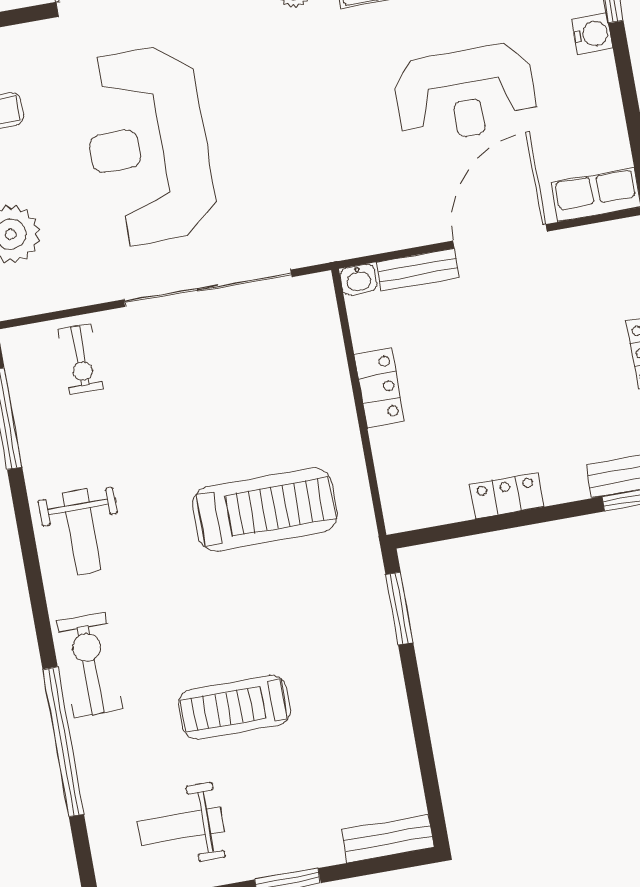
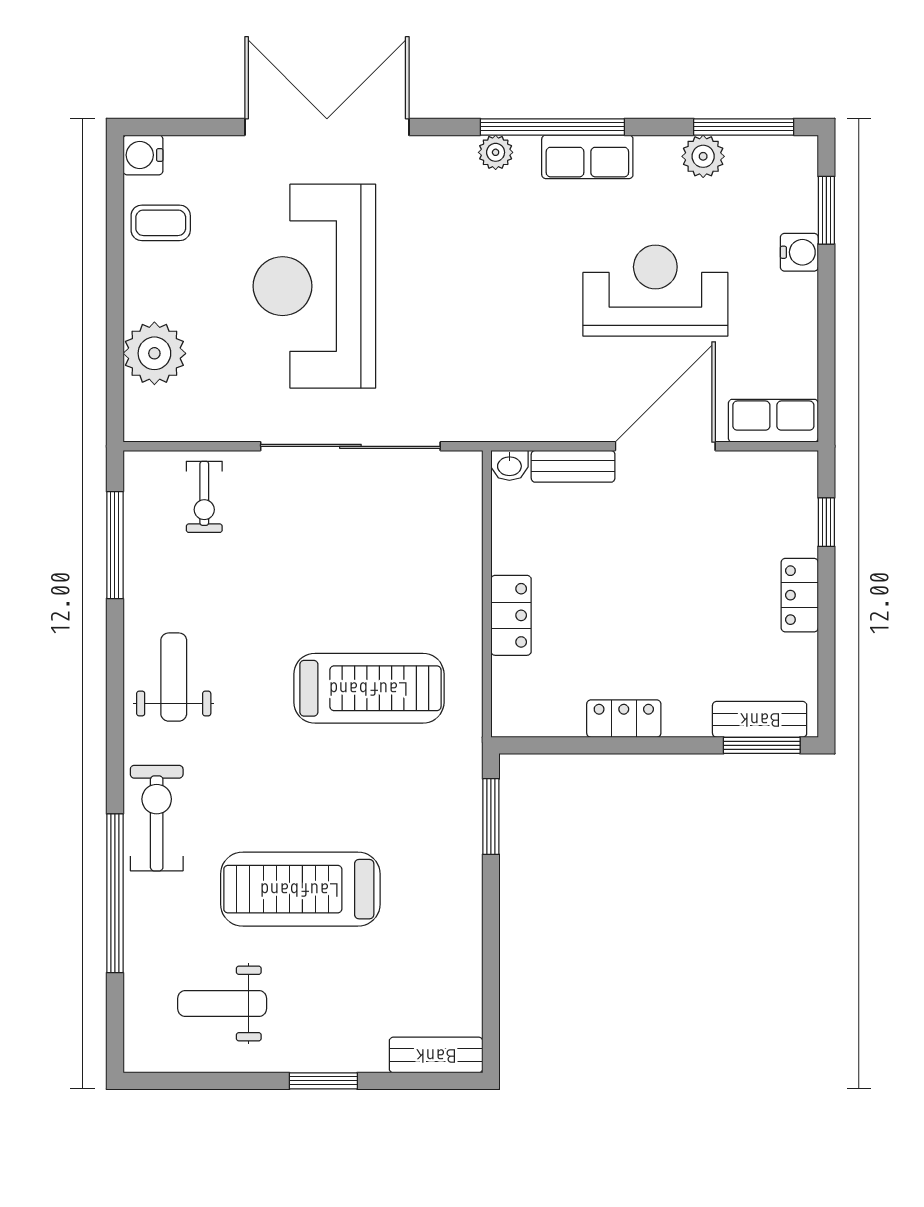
reception desk: (465, 93) -> (655, 291), turned 180
locker: (379, 388) -> (511, 615), moved
weight bench: (82, 531) -> (174, 677), turned 180
treadmill: (235, 707) -> (300, 889), width x1.37, depth x1.38

